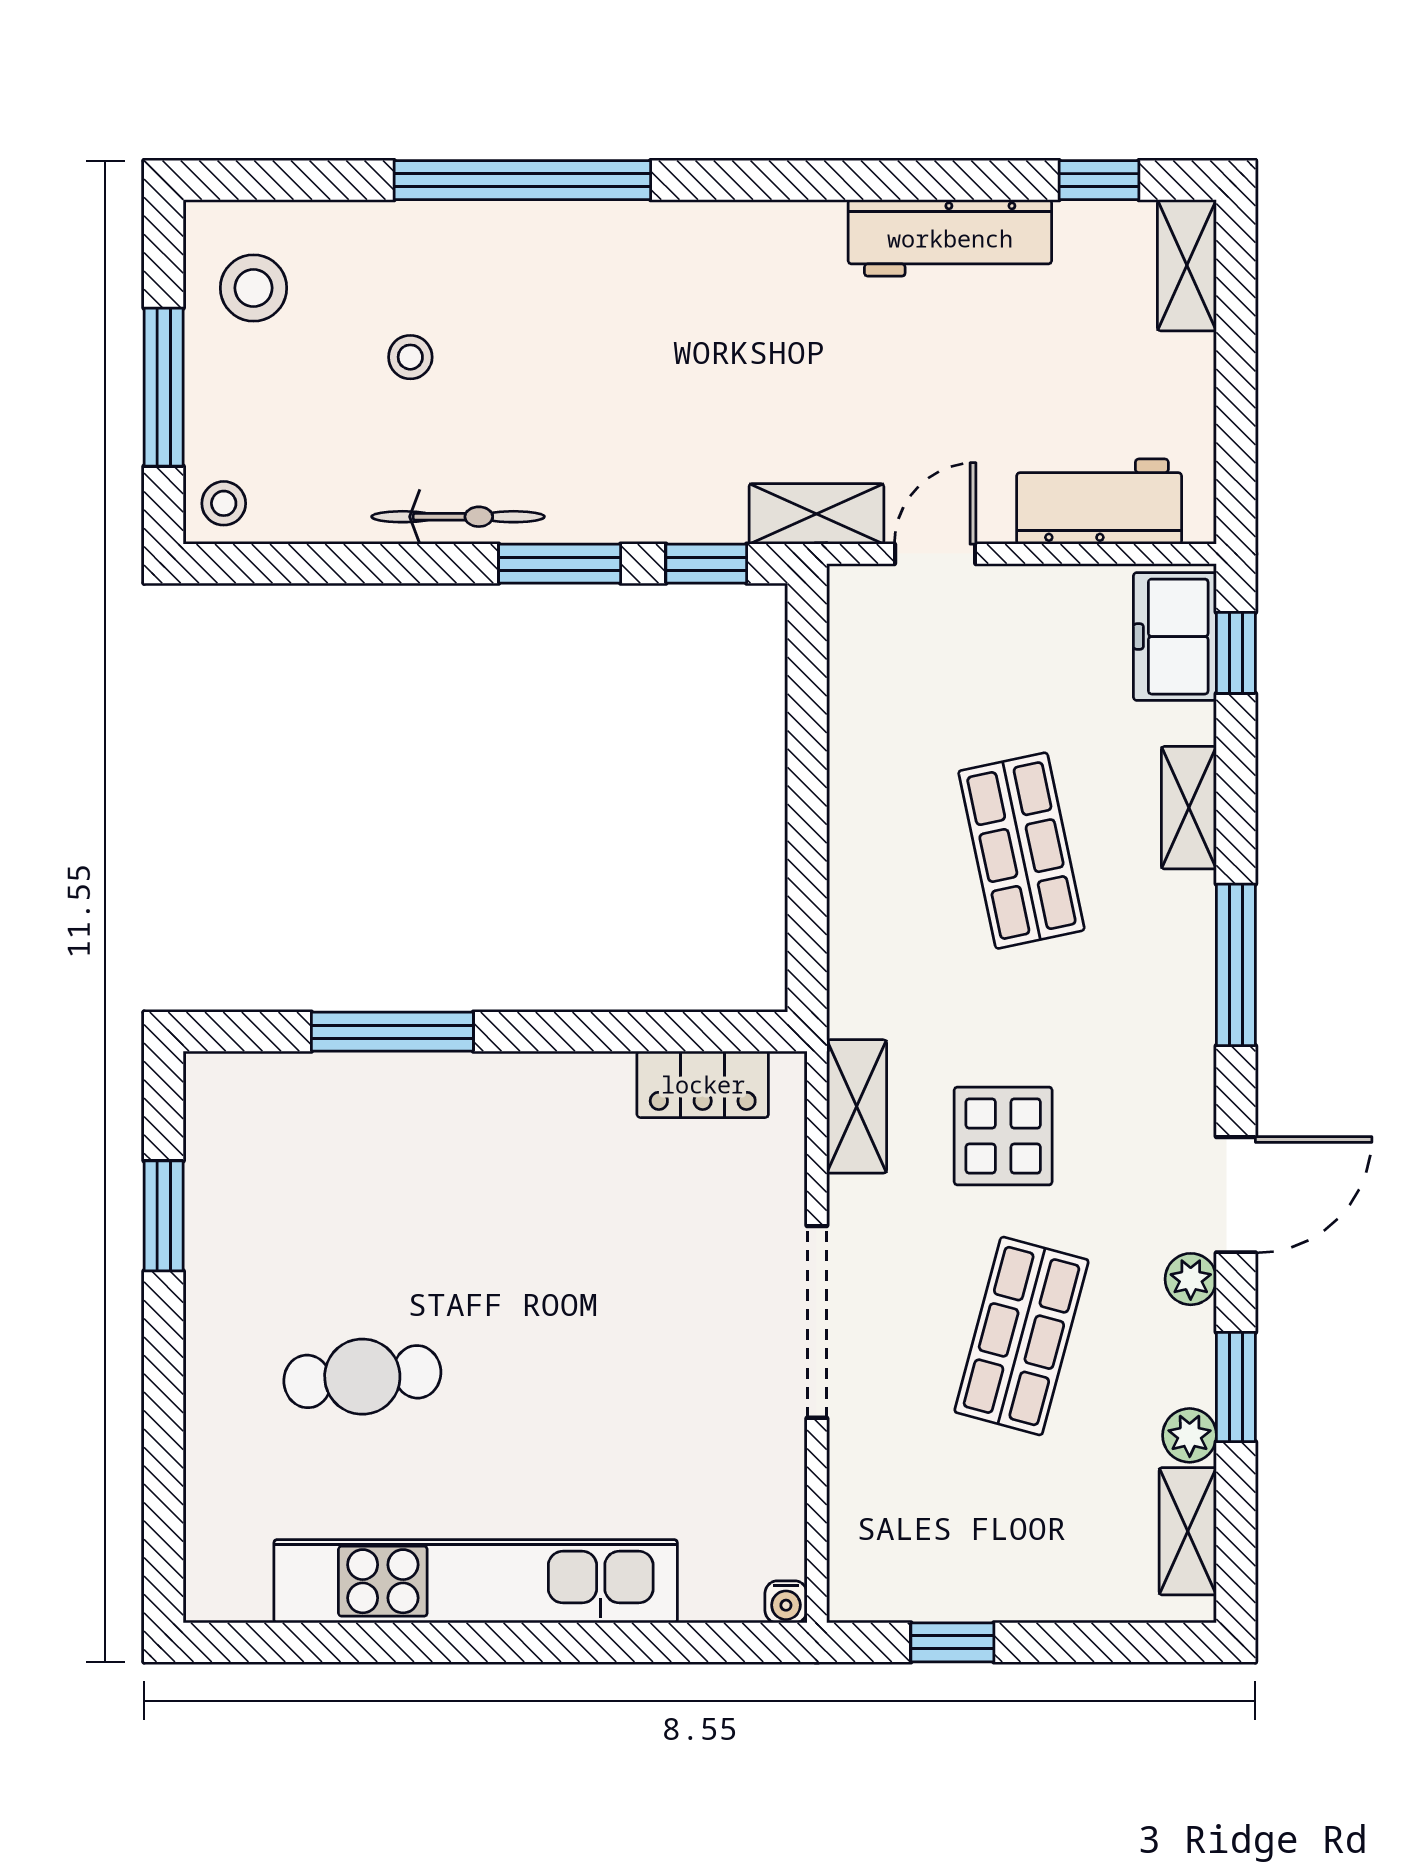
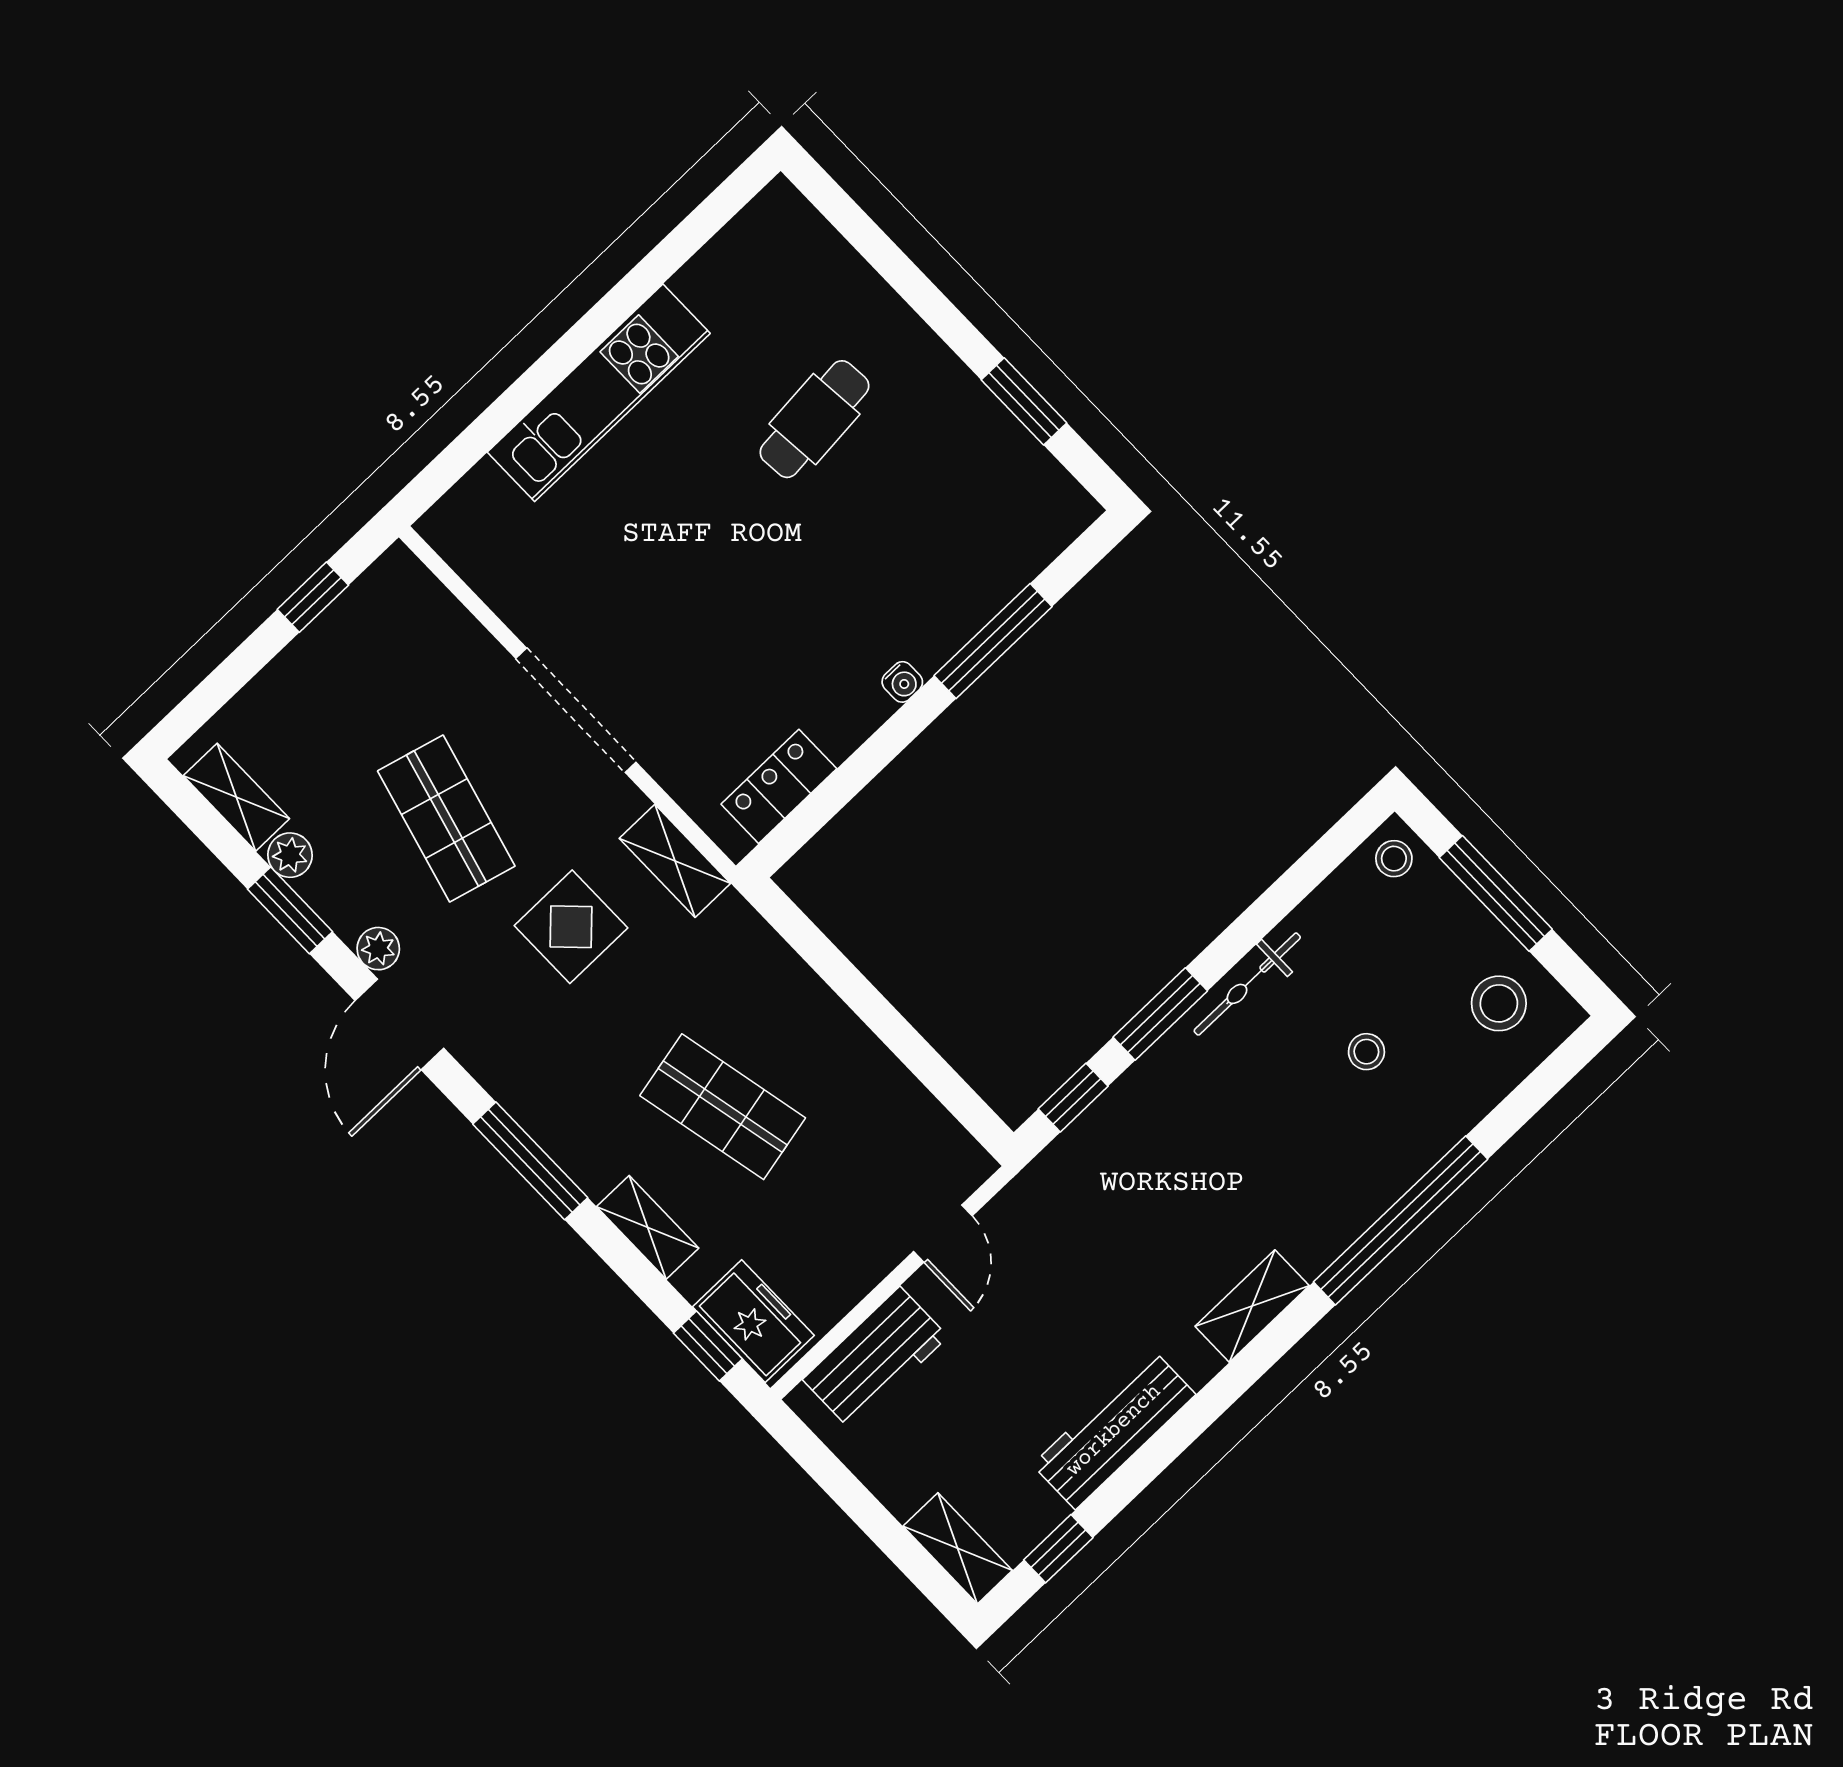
shelving: (816, 514) -> (1252, 1306), moved
kitchen unit: (476, 1581) -> (599, 393), width x0.73
water cooler: (786, 1602) -> (902, 682), moved, turned 180

